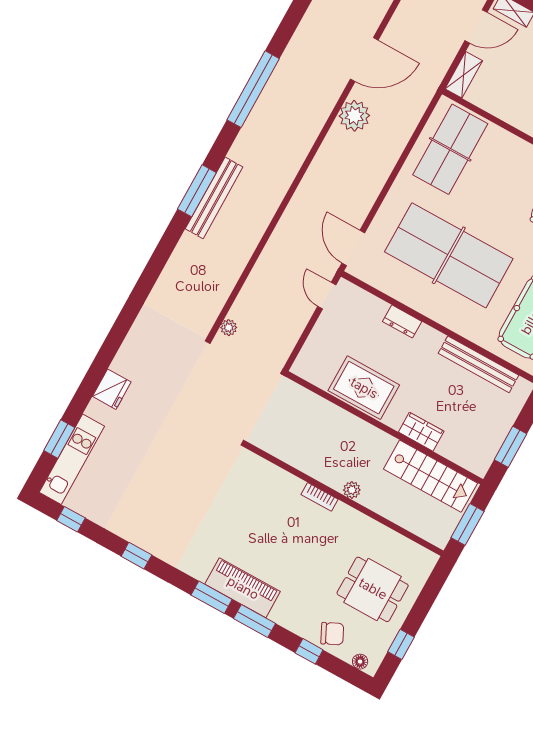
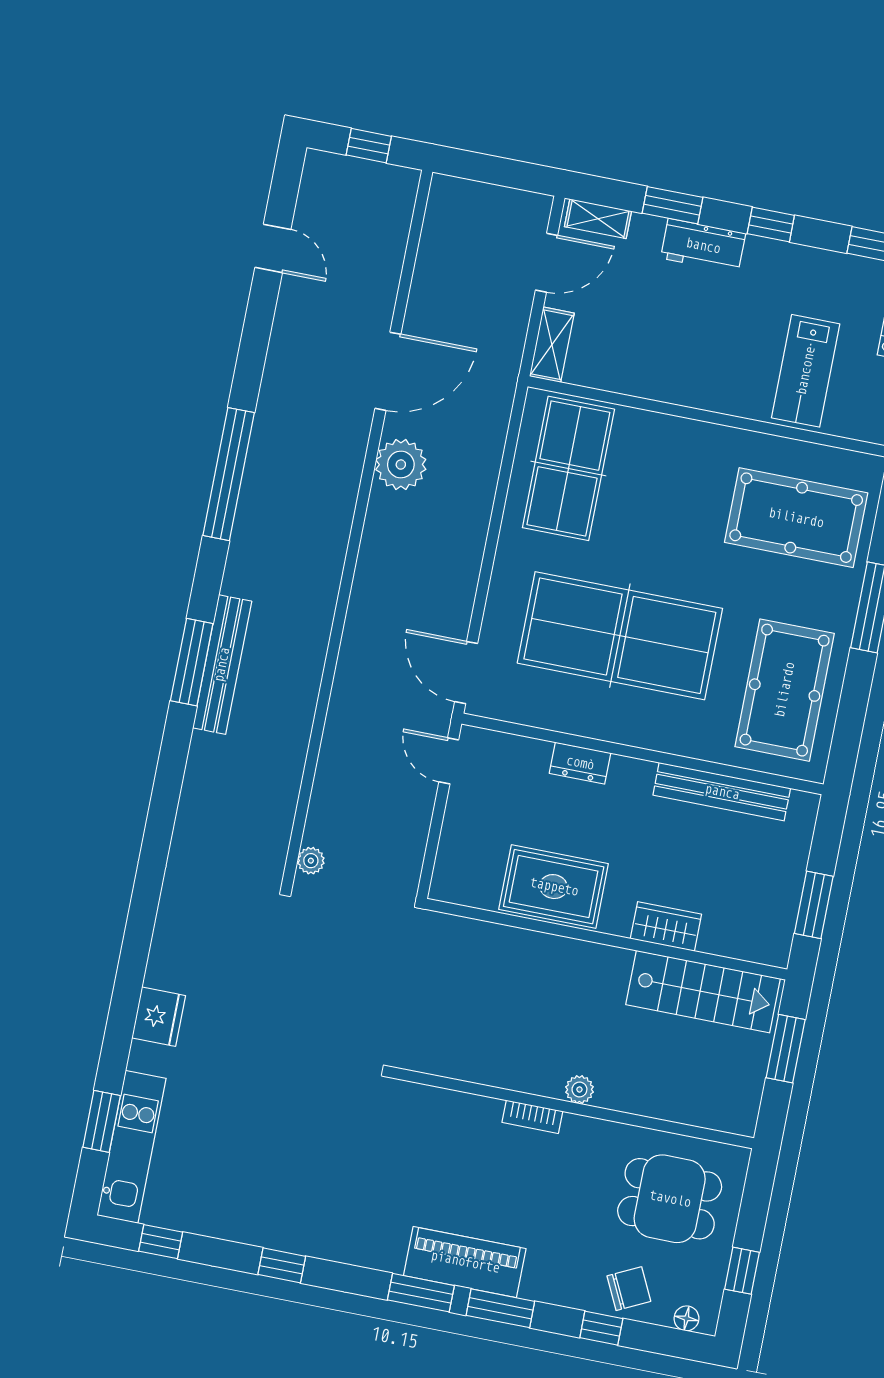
plant: (352, 490) -> (579, 1090), moved
bookcase: (320, 497) -> (532, 1117), moved
wall: (345, 499) -> (573, 1108), moved

